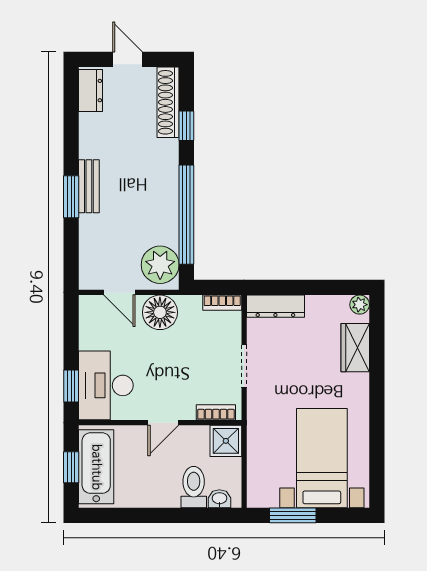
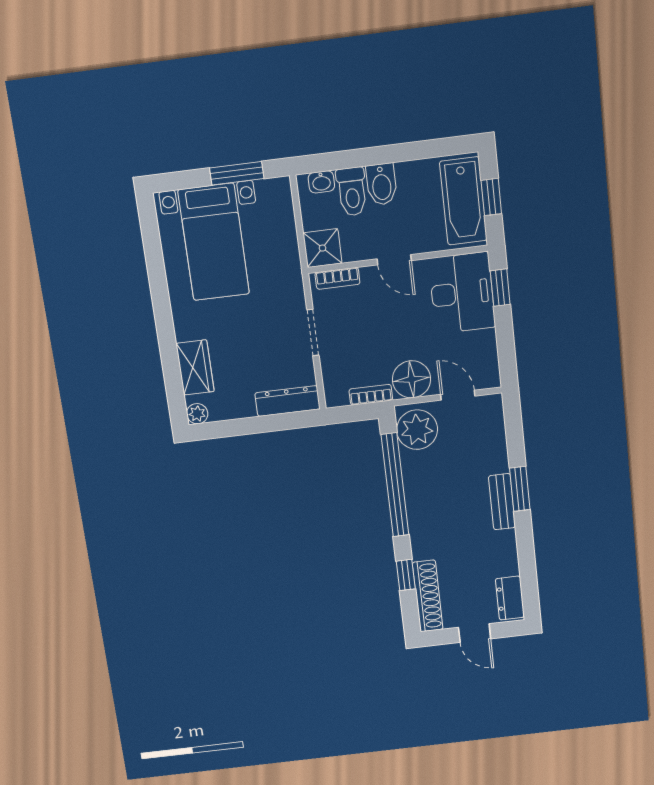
bookcase: (222, 303) -> (371, 395), moved
door: (163, 423) -> (394, 260), swing flipped
bidet: (167, 490) -> (382, 184), added

